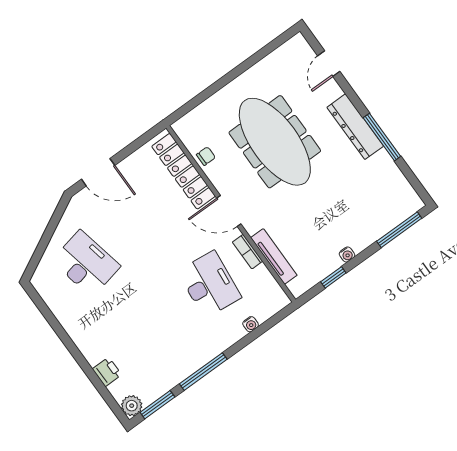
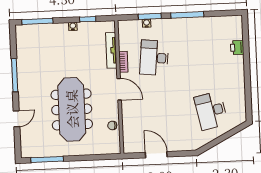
window: (263, 52) -> (47, 159), added
door: (329, 64) -> (17, 119), moved
dresser: (355, 127) -> (25, 90), removed
locker: (184, 171) -> (129, 125), removed
door: (98, 172) -> (156, 155), moved
window: (157, 405) -> (150, 16), moved
plant: (132, 406) -> (236, 22), removed

